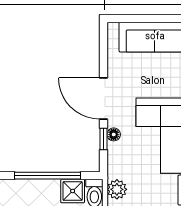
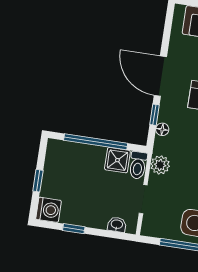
floor lamp: (114, 134) -> (162, 129), moved

